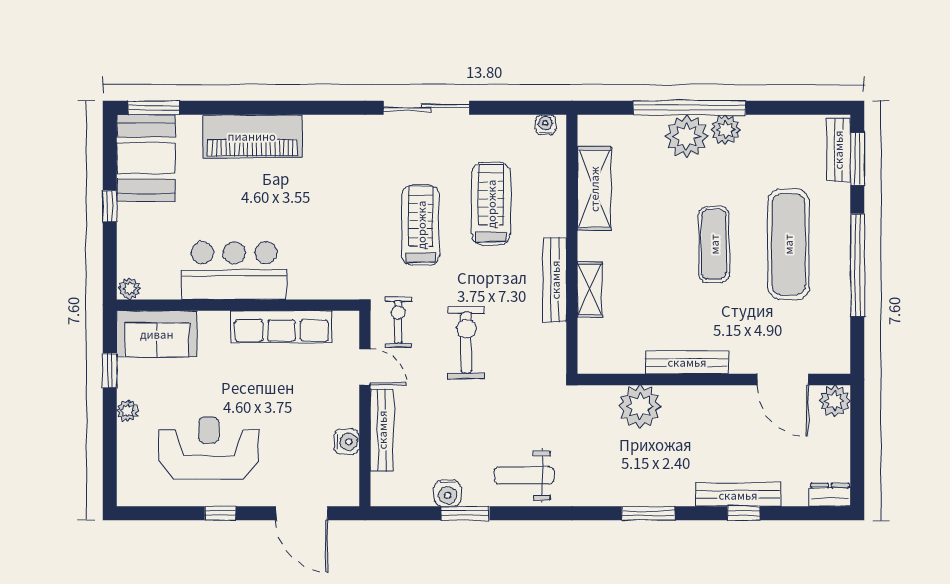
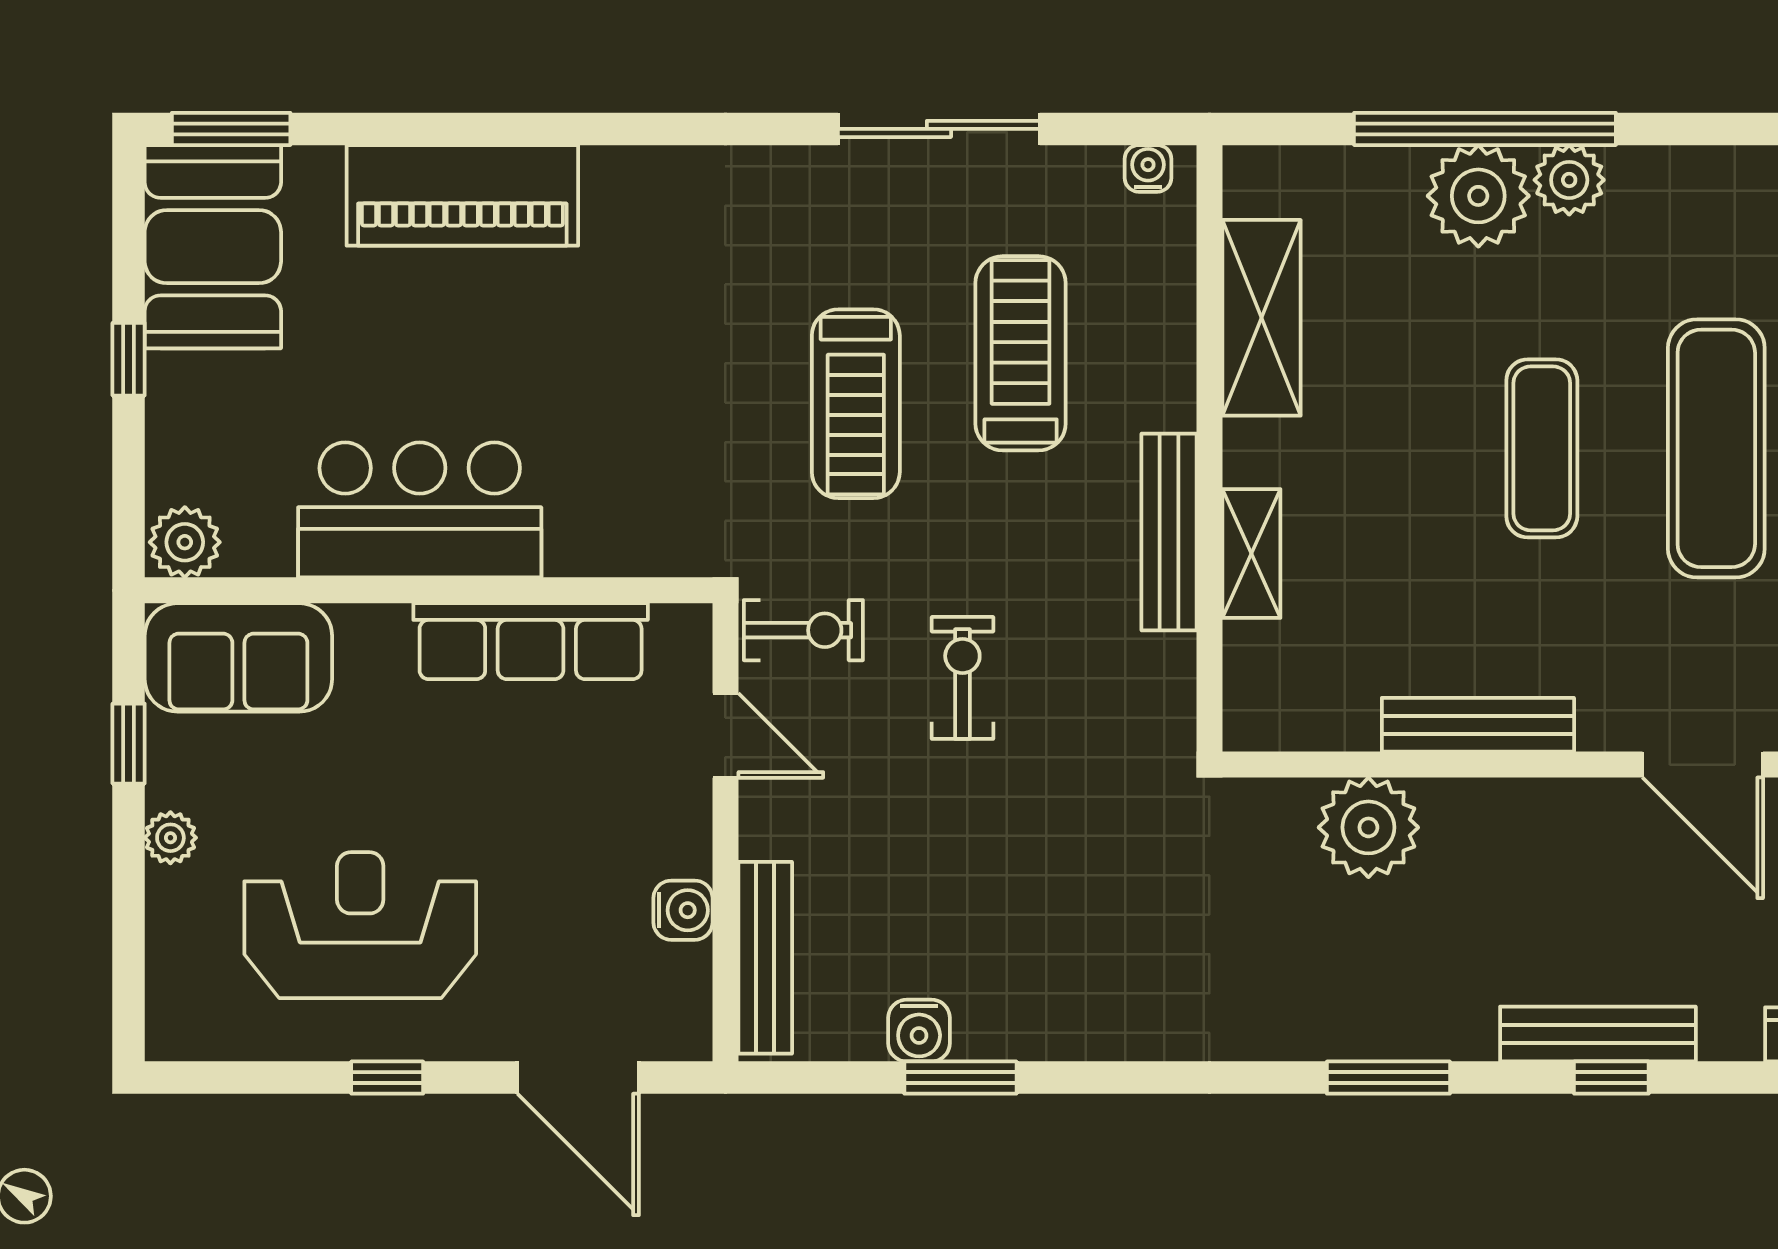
sliding door: (426, 108) -> (939, 129), moved
treadmill: (421, 225) -> (856, 404), turned 180
plant: (130, 289) -> (185, 542), width x1.38, depth x1.38
exercise bike: (398, 322) -> (803, 630), turned 90
exercise bike: (466, 342) -> (962, 678), width x0.73, depth x0.72
bench: (382, 430) -> (765, 958), moved
weight bench: (524, 476) -> (1098, 989), removed

